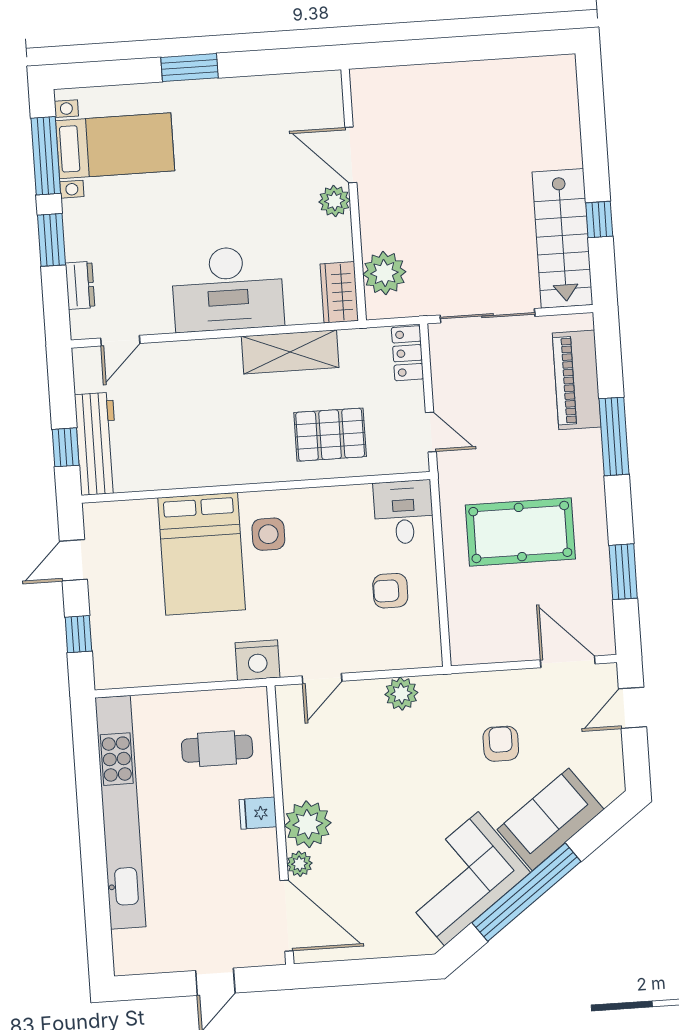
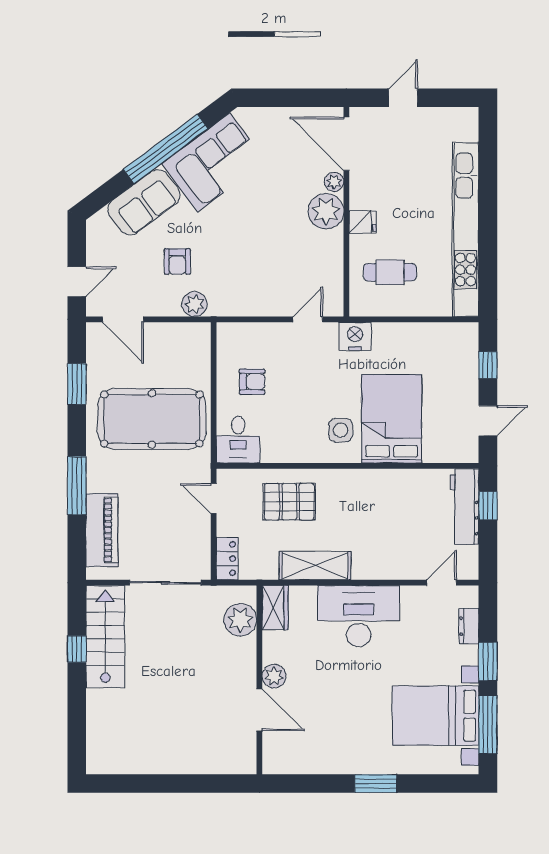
bed with nightstands: (115, 146) -> (435, 716), width x1.36
pool table: (520, 532) -> (152, 419), width x1.36, depth x1.32
plant: (401, 694) -> (194, 304), moved

